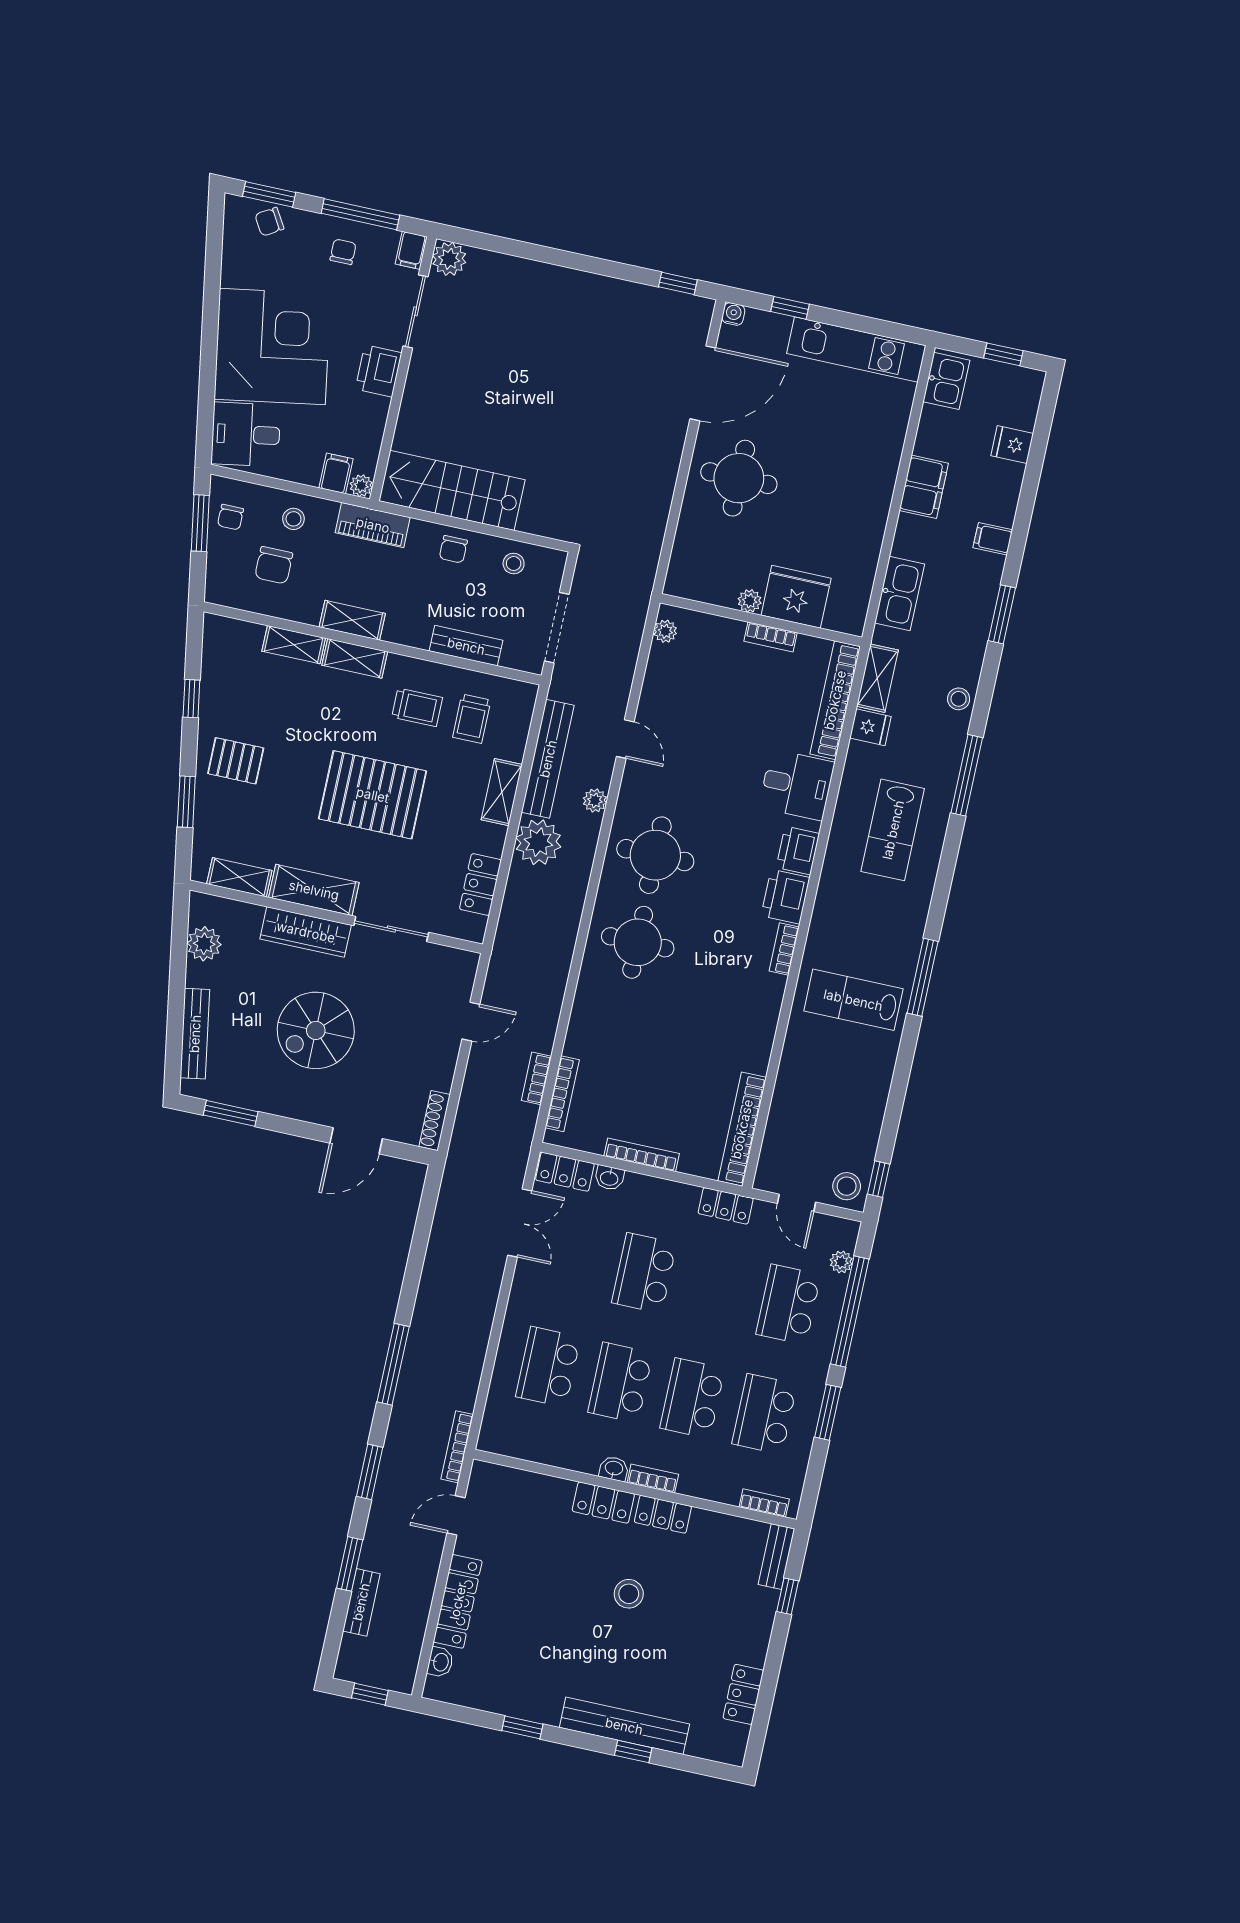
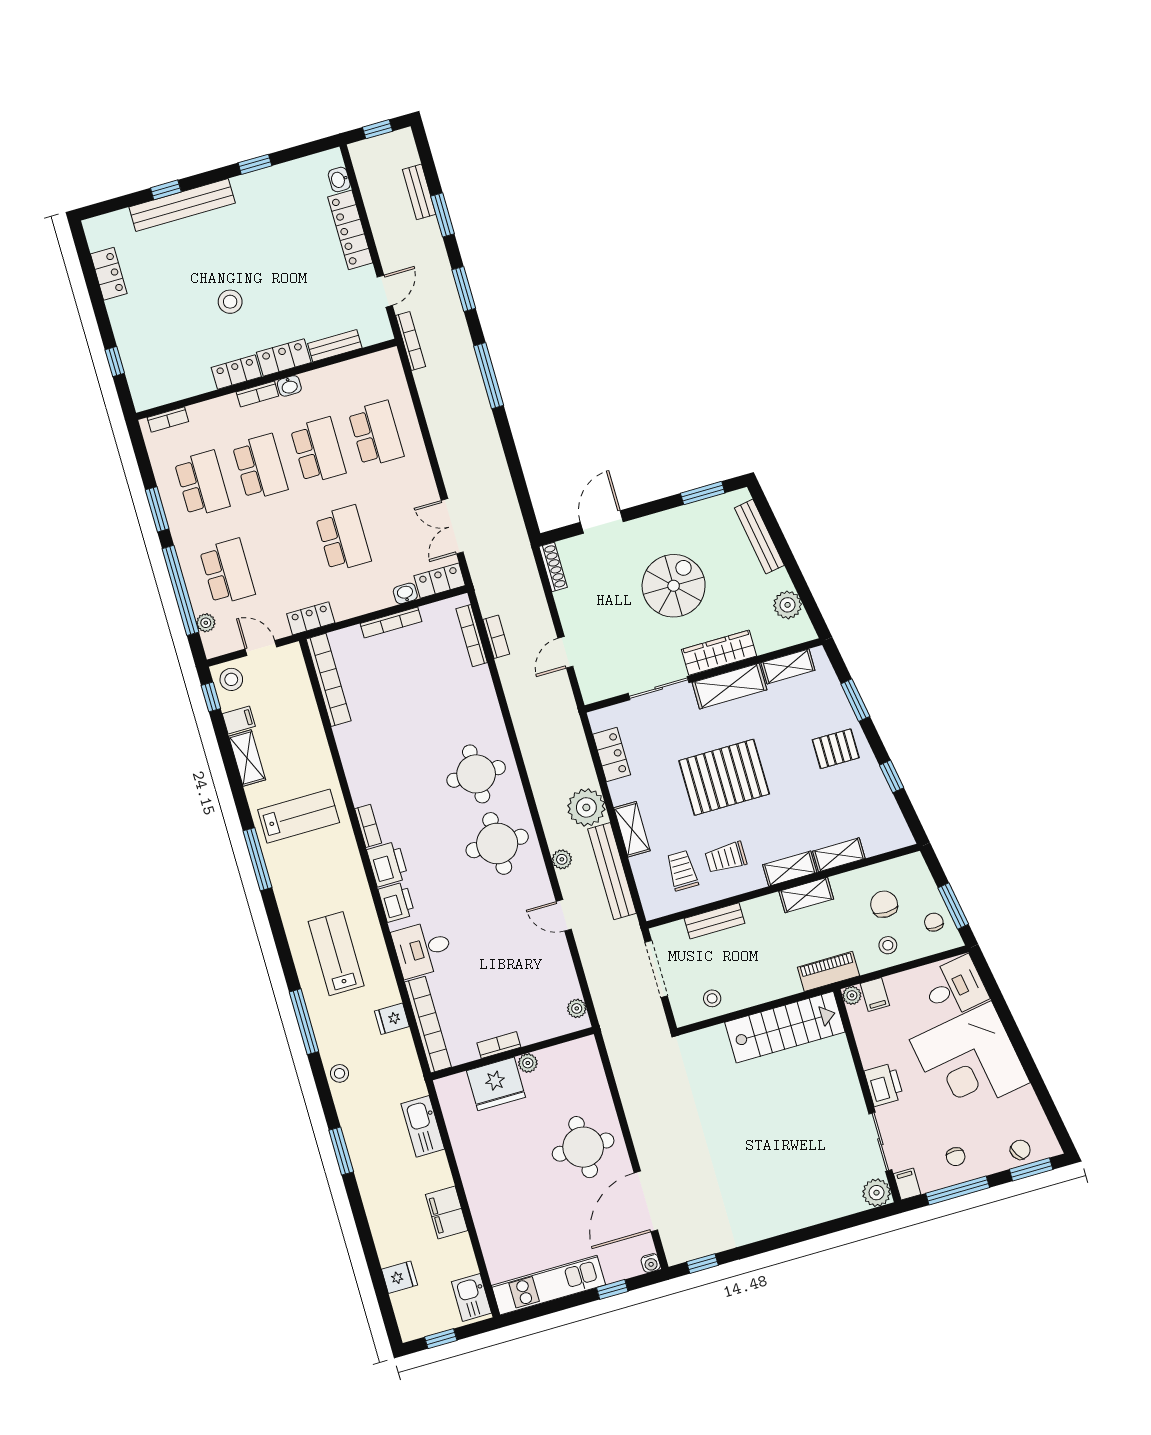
filing cabinet: (993, 539) -> (239, 720), moved
chair: (453, 549) -> (761, 985), removed
shelving: (877, 678) -> (247, 758), moved
bench: (776, 1557) -> (335, 346), moved, turned 90

